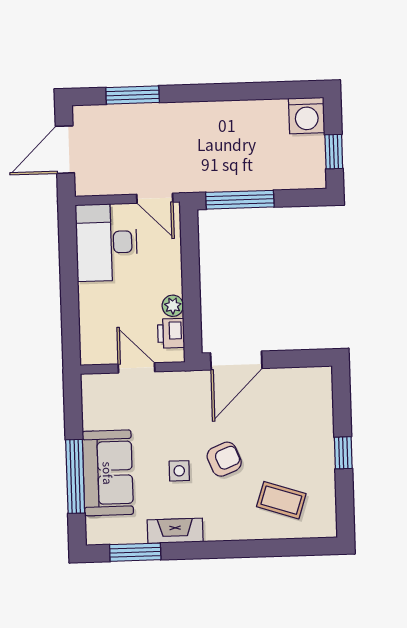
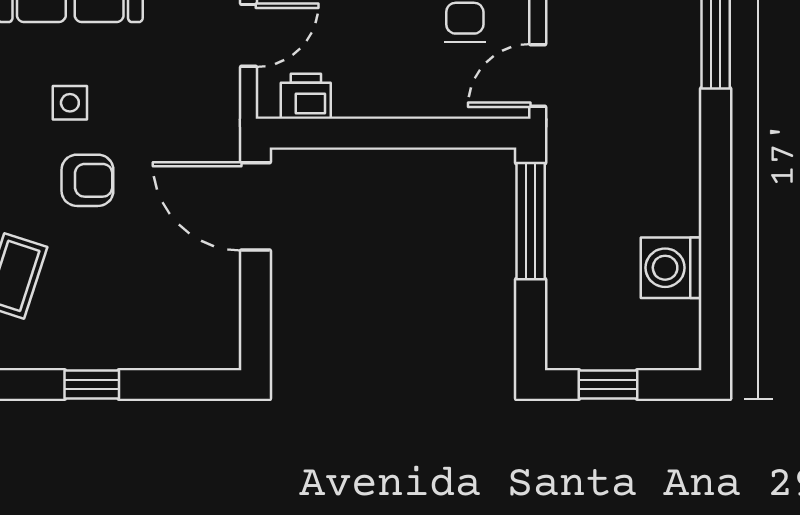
washing machine: (307, 116) -> (671, 268), moved
plant: (173, 306) -> (353, 101), removed
armchair: (224, 459) -> (87, 180), turned -68

